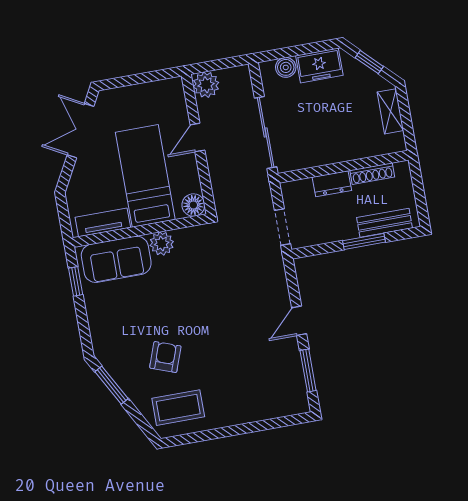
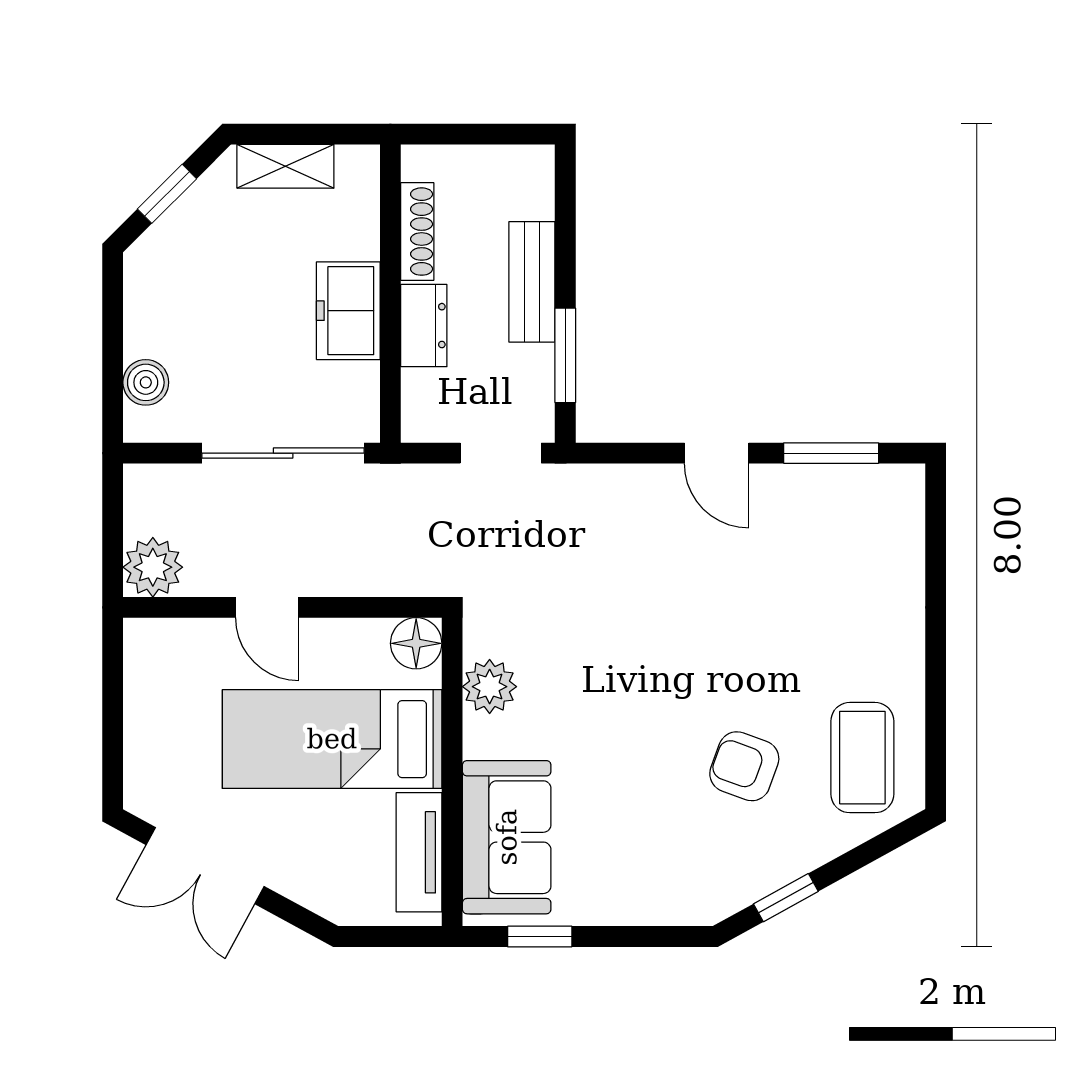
freezer: (319, 65) -> (348, 311), moved, turned 180
bench: (384, 223) -> (532, 282), moved
window: (364, 241) -> (565, 355), moved
plant: (162, 244) -> (490, 687), moved
window: (111, 385) -> (786, 898), width x0.67

